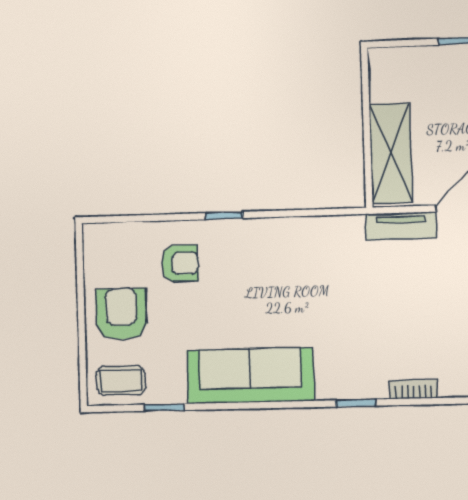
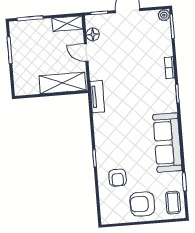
tv unit: (401, 226) -> (97, 97), moved
armchair: (180, 263) -> (118, 178), turned 180

